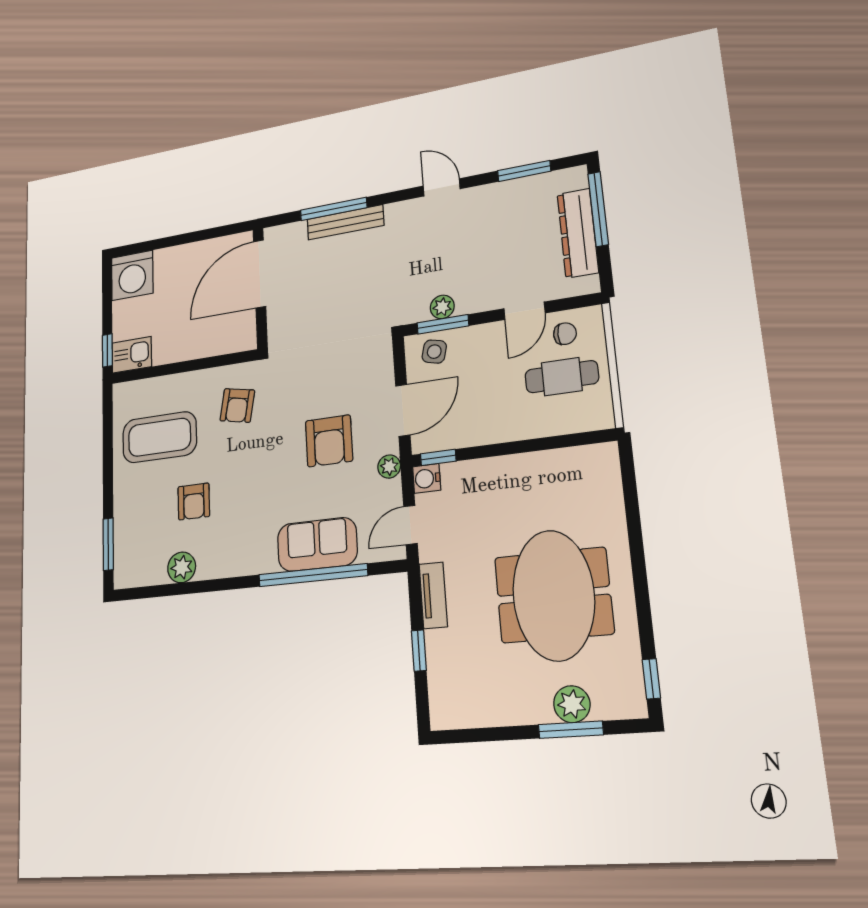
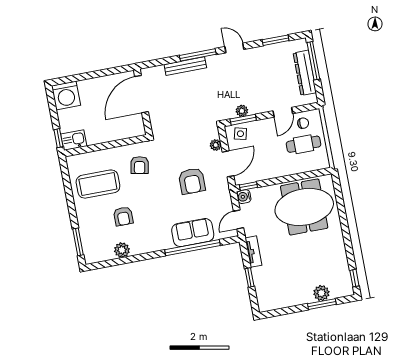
window: (334, 209) -> (198, 55), moved
plant: (389, 467) -> (216, 145), moved
meeting table: (553, 595) -> (304, 207), moved, turned 90

